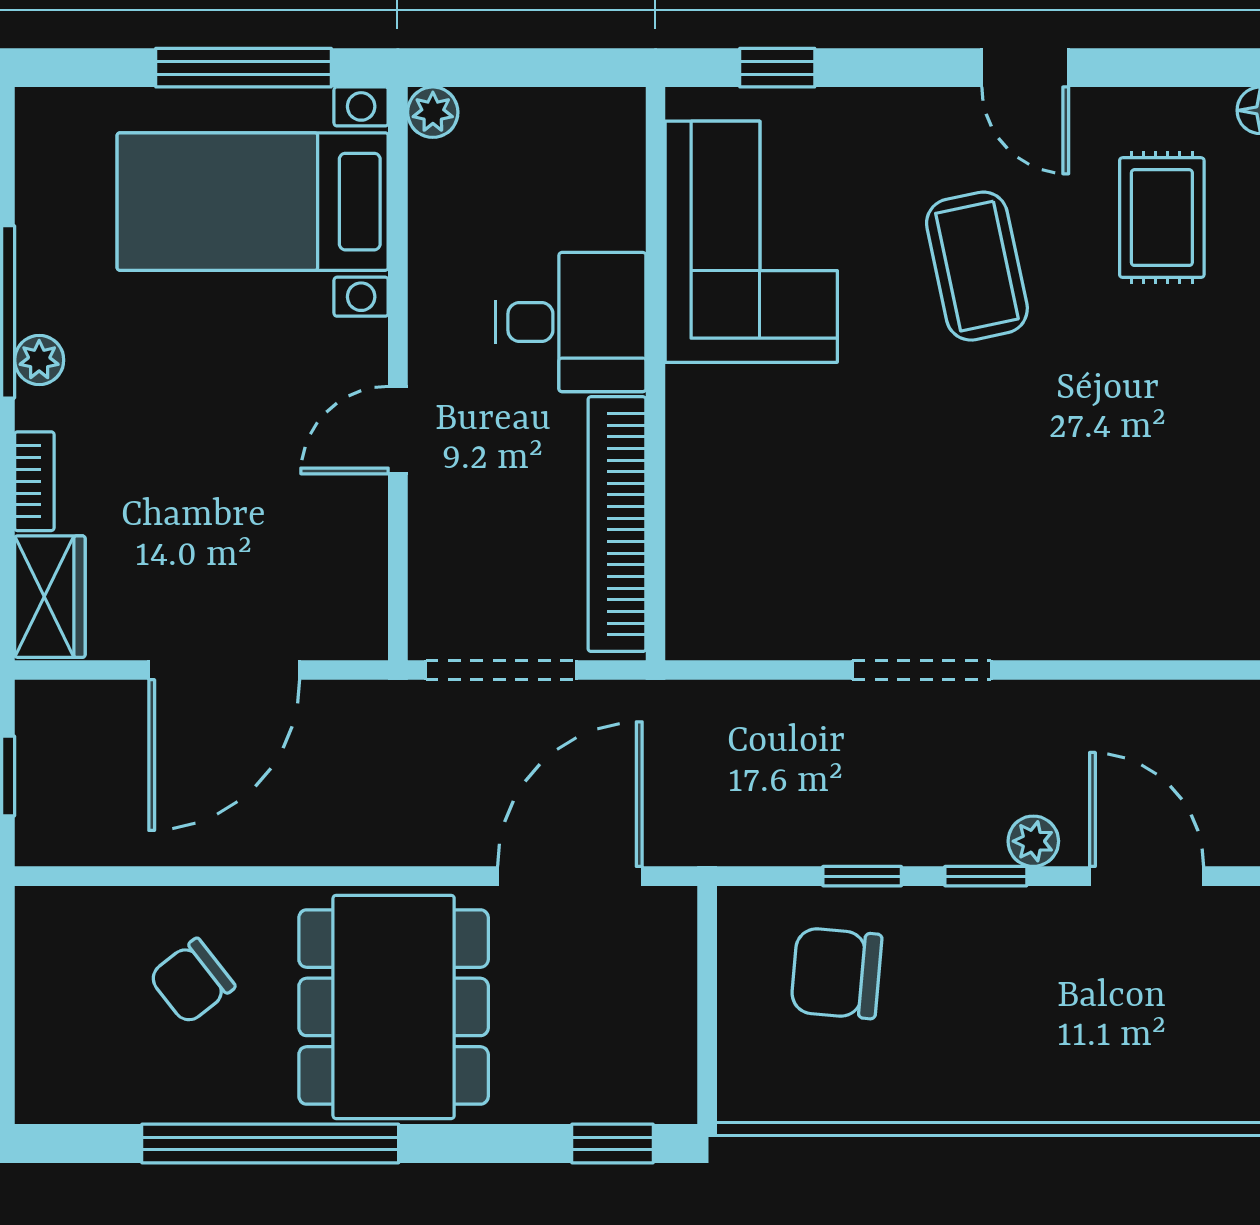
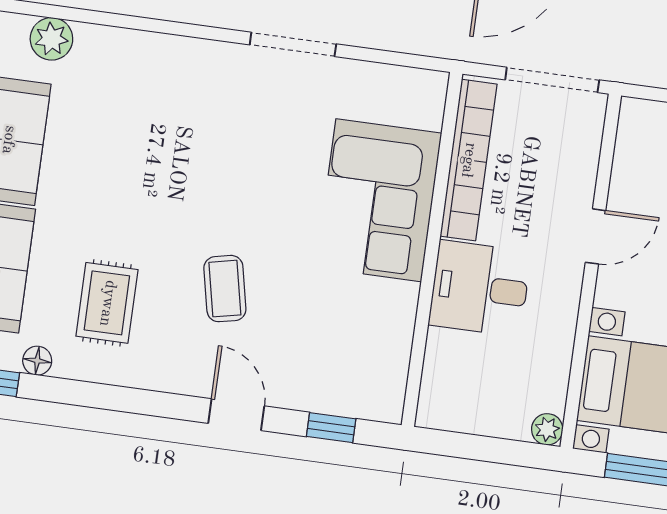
door: (1025, 68) -> (236, 415), moved
corner sofa: (751, 242) -> (379, 200), moved
coffee table: (977, 266) -> (225, 289), width x0.73, depth x0.77

